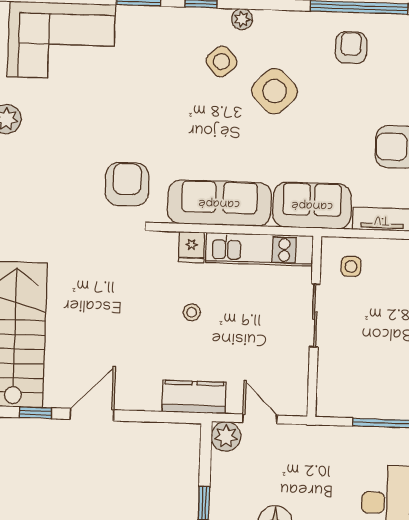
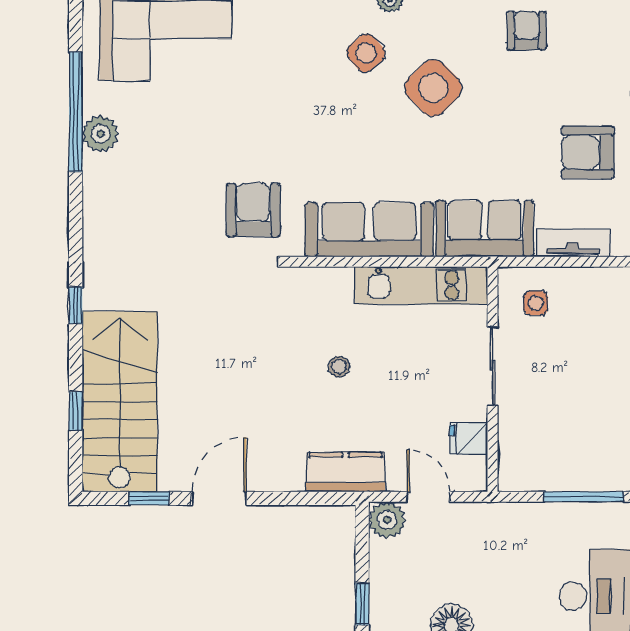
fridge: (192, 247) -> (469, 438), moved, turned 90

